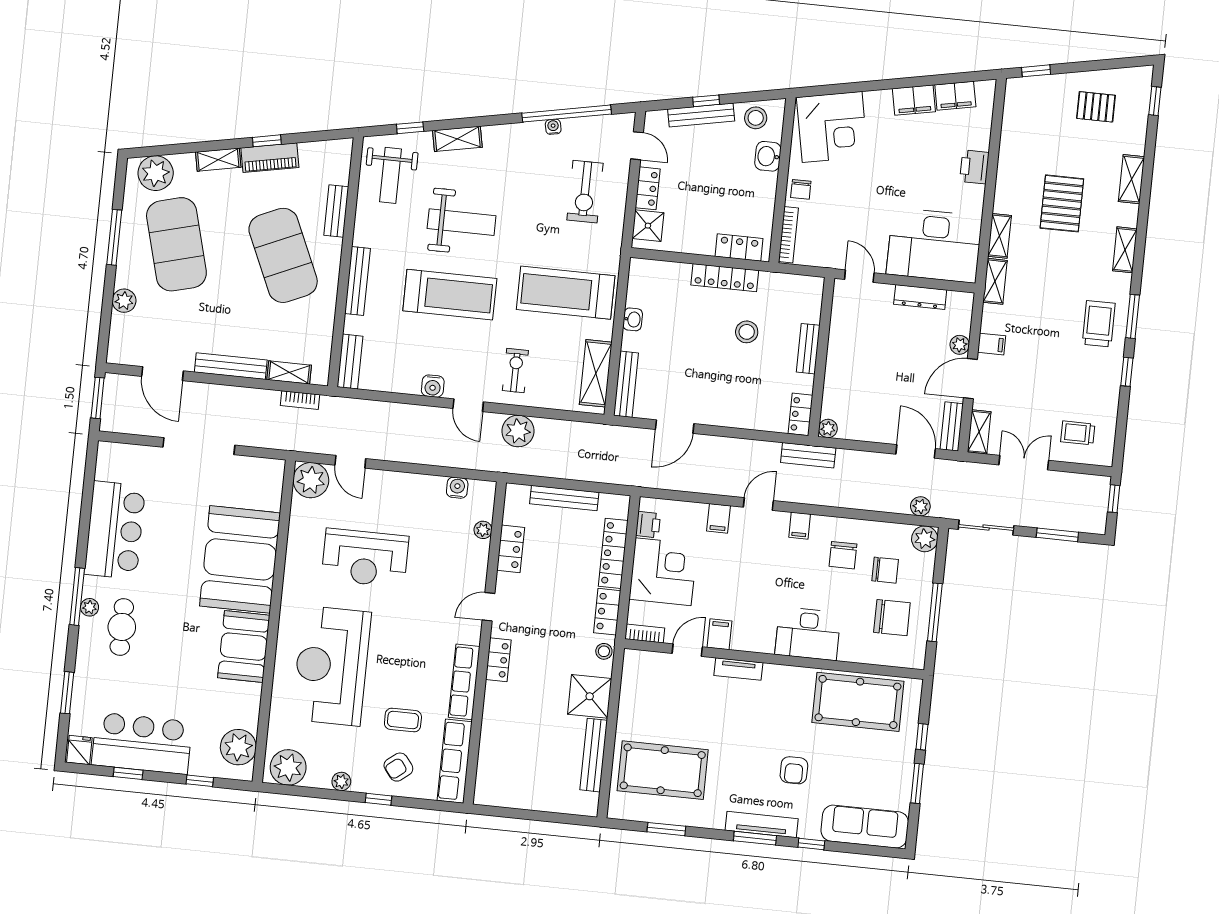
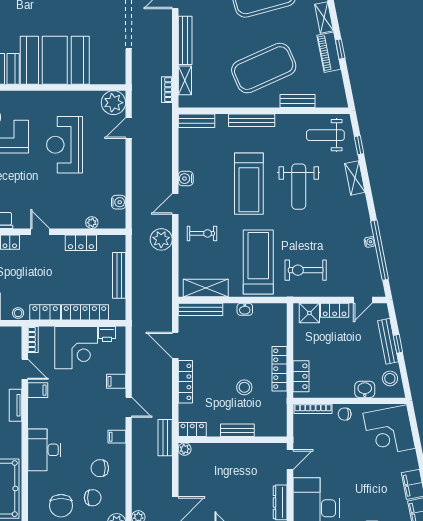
exercise bike: (585, 192) -> (306, 270), moved
locker: (730, 417) -> (185, 382), added
chair: (885, 570) -> (93, 498), turned -90

